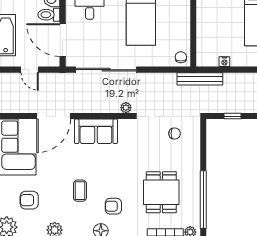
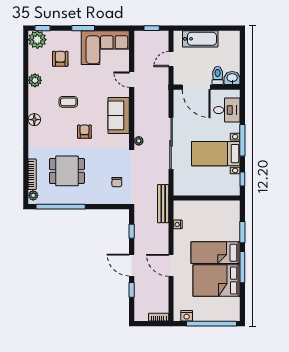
door: (63, 40) -> (196, 87), swing flipped
chair: (181, 57) -> (182, 188), removed
sliding door: (106, 70) -> (171, 143), moved
door: (54, 116) -> (132, 80), width x0.53
armchair: (113, 206) -> (84, 132), moved

